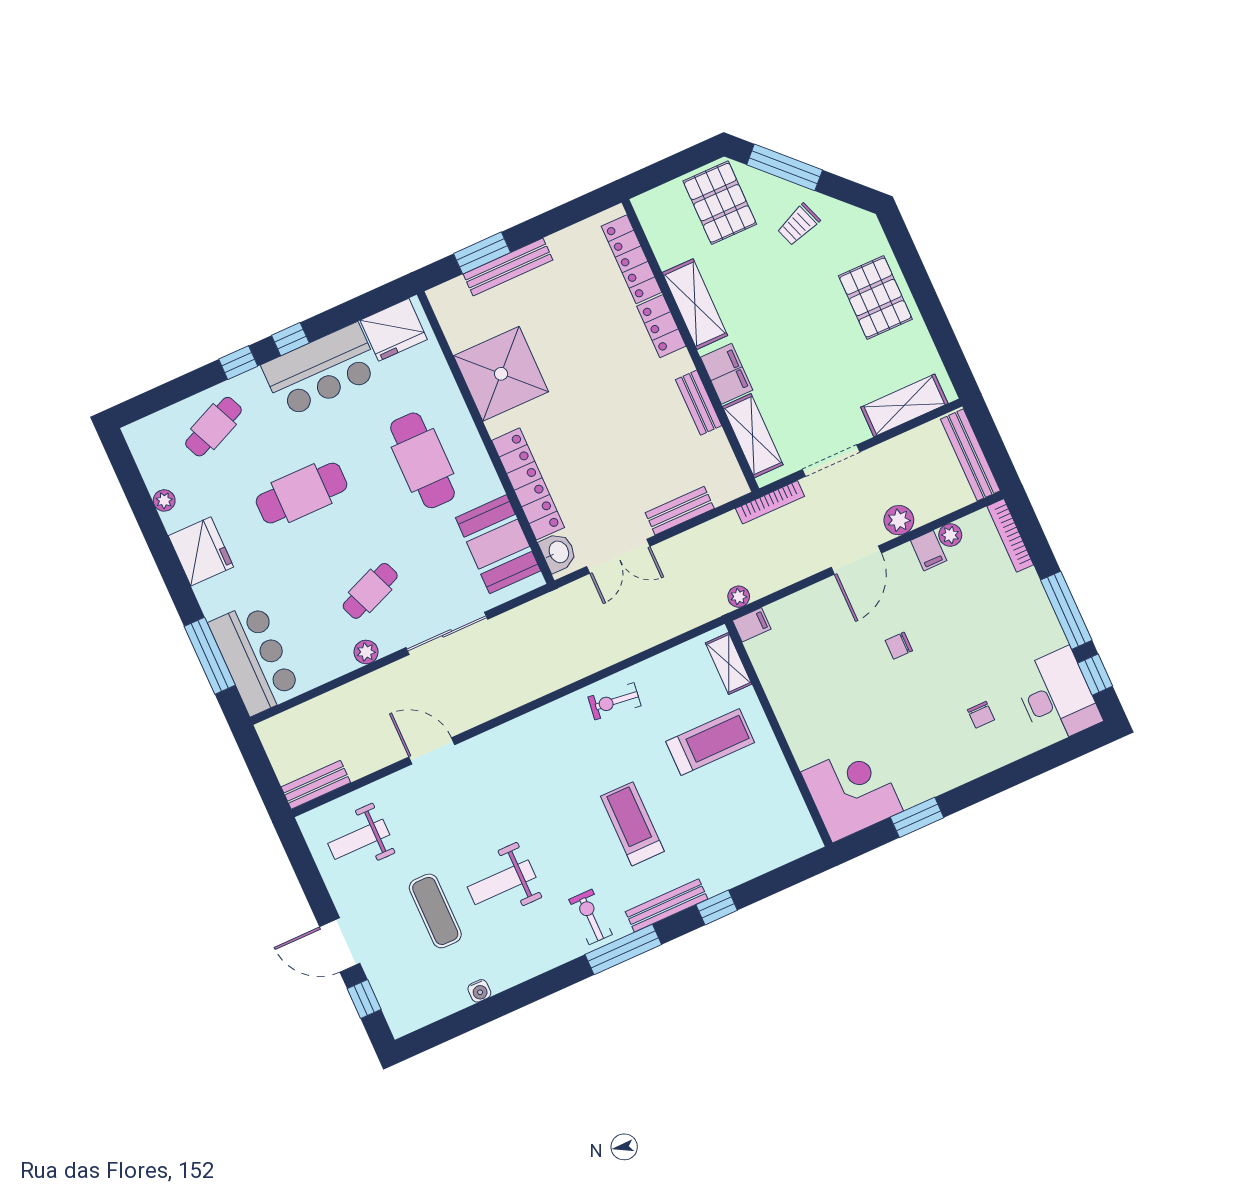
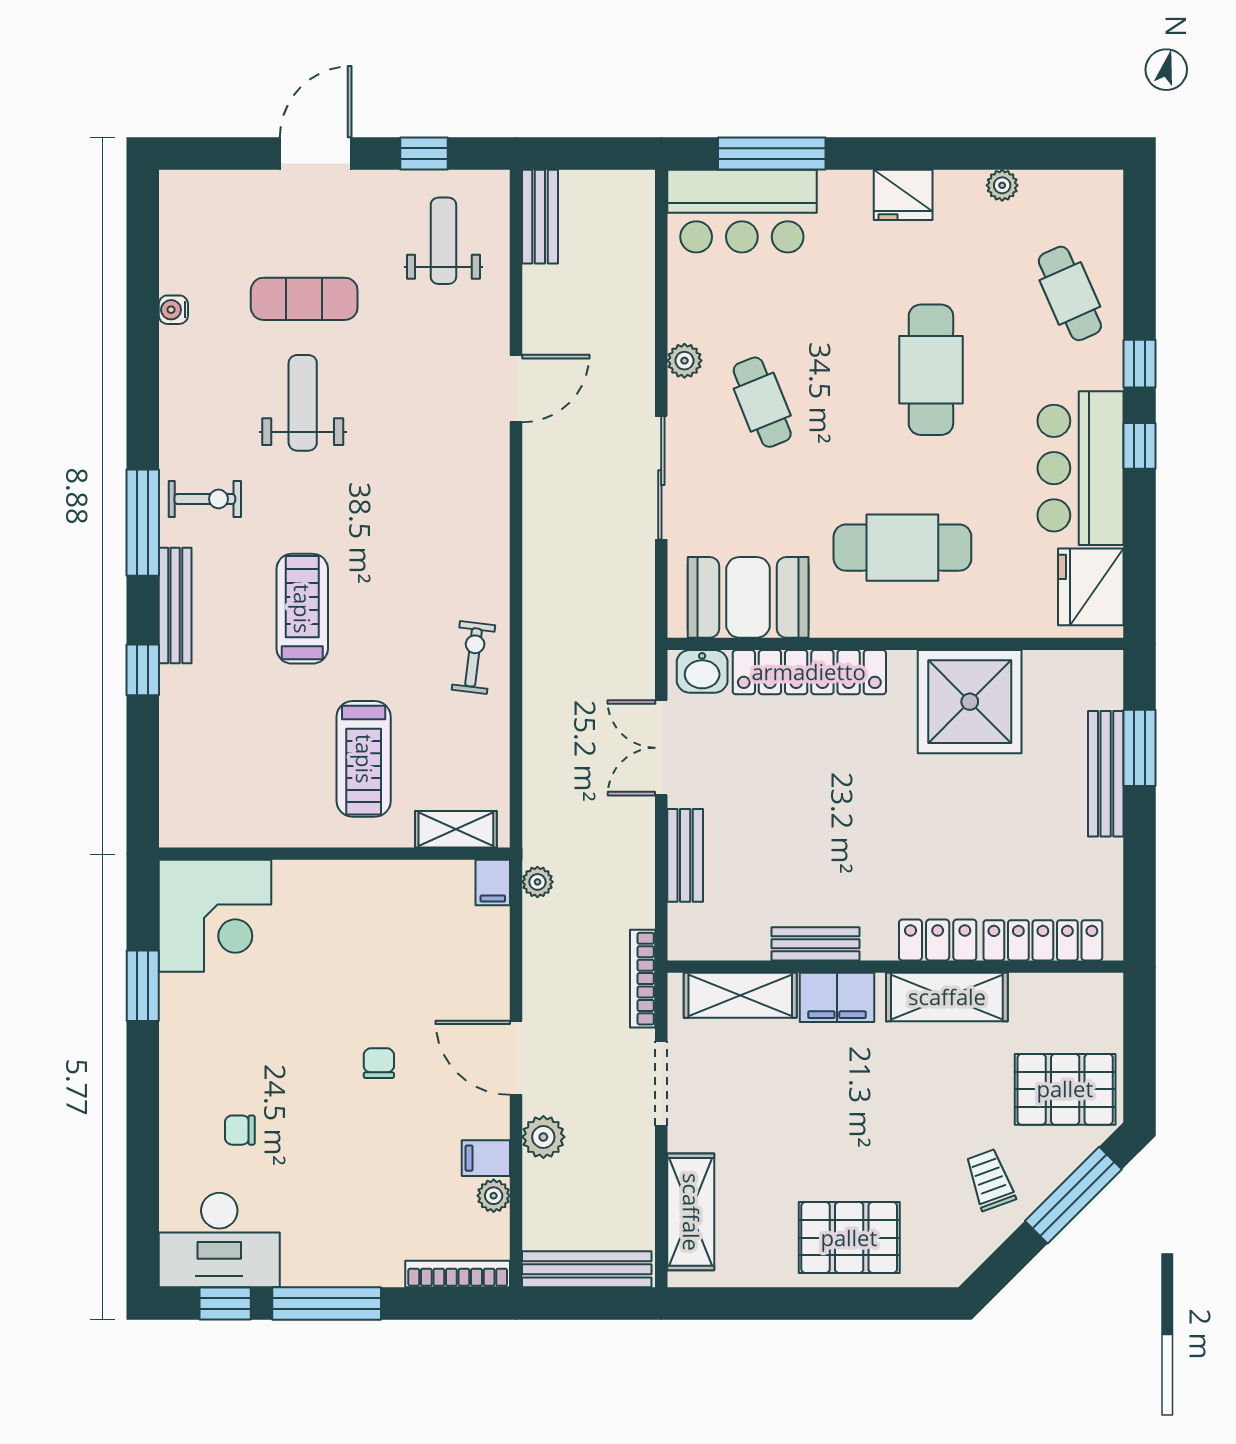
fridge: (201, 551) -> (903, 195), width x0.73, depth x0.75
treadmill: (632, 824) -> (302, 609), turned -90
window: (364, 999) -> (424, 154), moved

